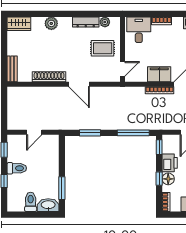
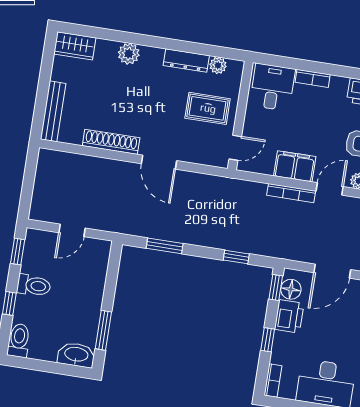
bench: (12, 69) -> (53, 111), width x1.36
window: (133, 133) -> (236, 257), width x0.46
floor lamp: (168, 179) -> (291, 289), moved
toilet: (31, 202) -> (19, 340), moved

